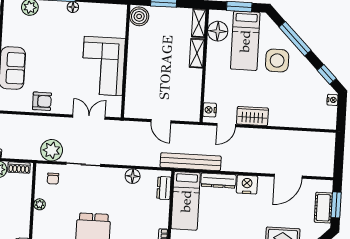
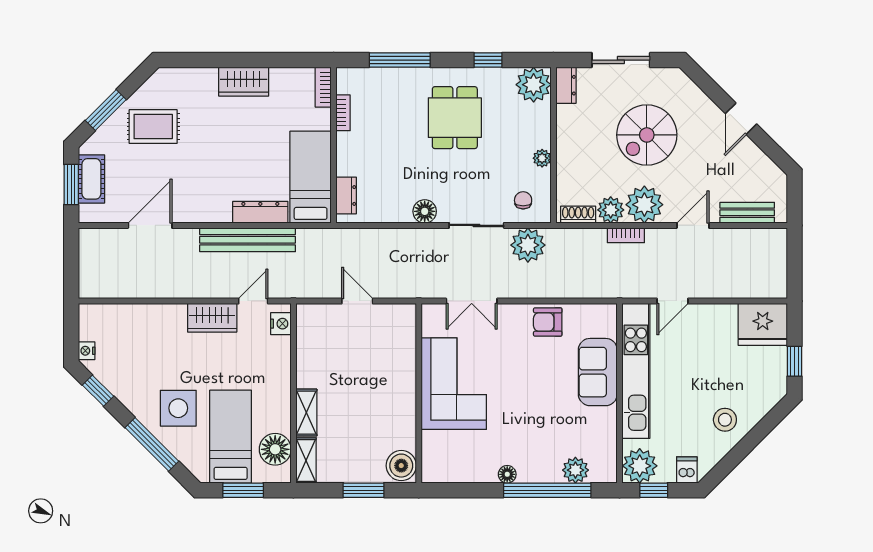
bench: (191, 162) -> (248, 240), moved
floor lamp: (133, 176) -> (425, 211), moved
nightstand: (247, 185) -> (215, 209), removed

